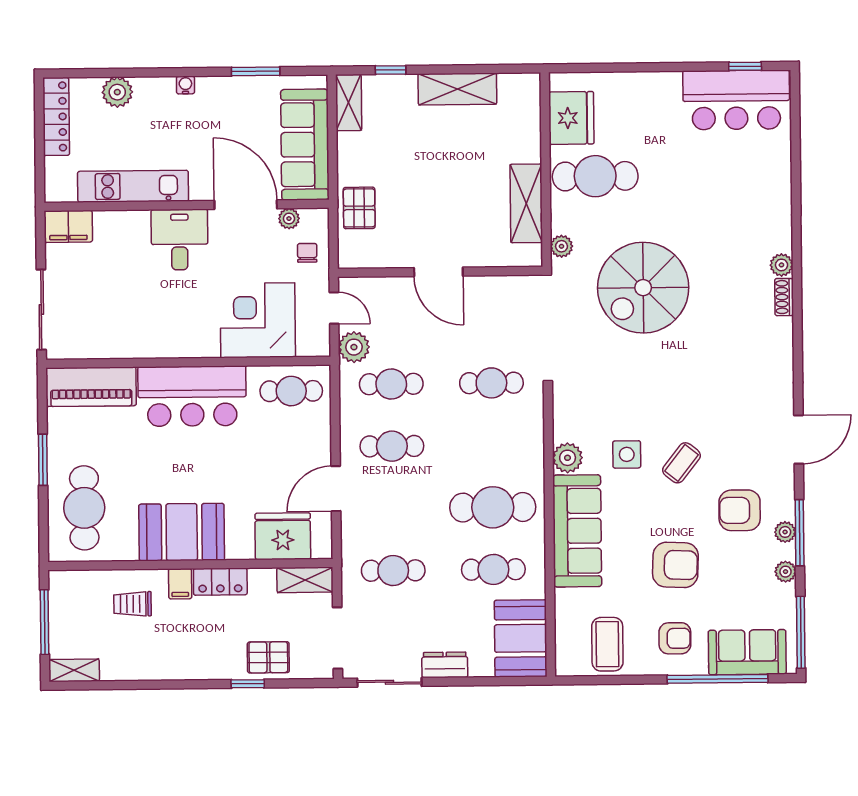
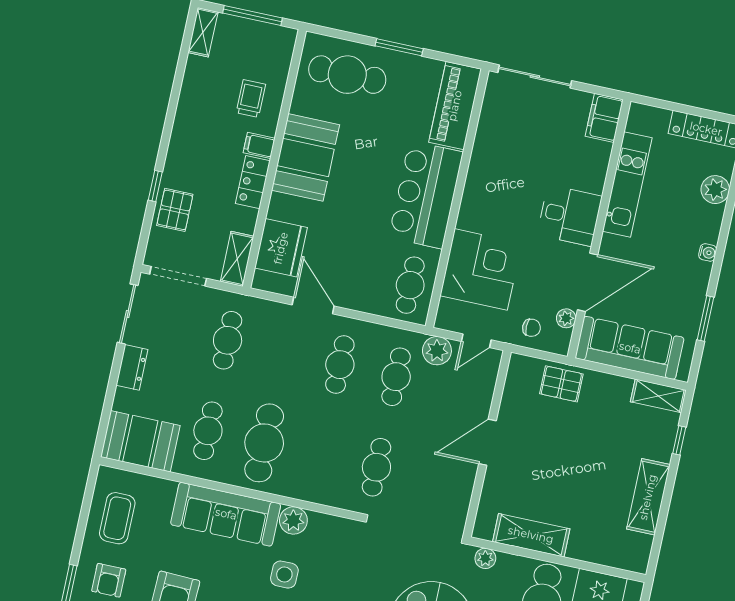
coffee table: (607, 644) -> (117, 518), turned 90

